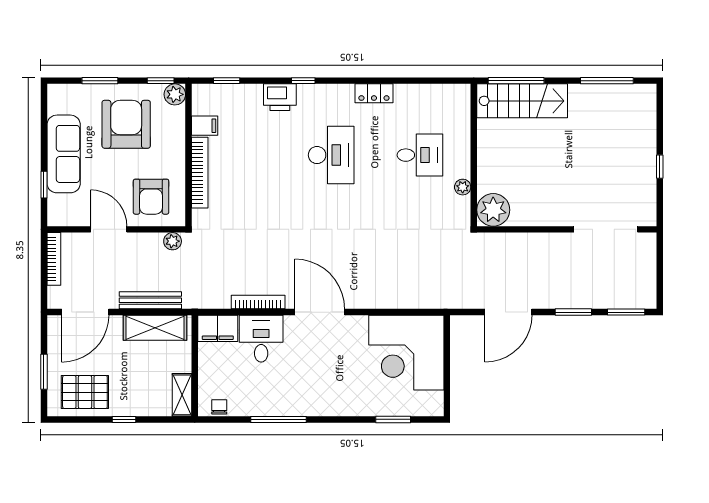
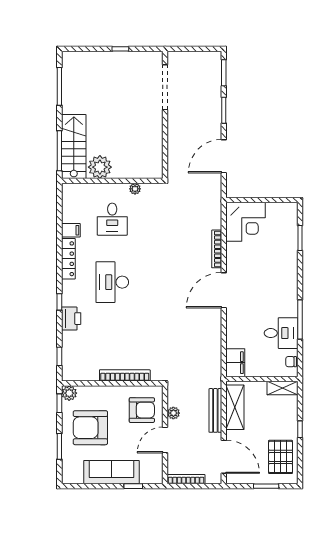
locker: (374, 93) -> (68, 259), width x1.53
filing cabinet: (205, 126) -> (71, 230), moved, turned 90
desk: (331, 155) -> (112, 282), turned -90
desk: (420, 155) -> (112, 219), turned 180
plant: (493, 210) -> (100, 167), moved
plant: (173, 241) -> (173, 413), moved
bookcase: (258, 302) -> (217, 249), moved
door: (508, 312) -> (224, 156), swing flipped
desk: (261, 339) -> (281, 333), moved, turned 180
corner desk: (406, 353) -> (246, 222), width x0.74, depth x0.74

